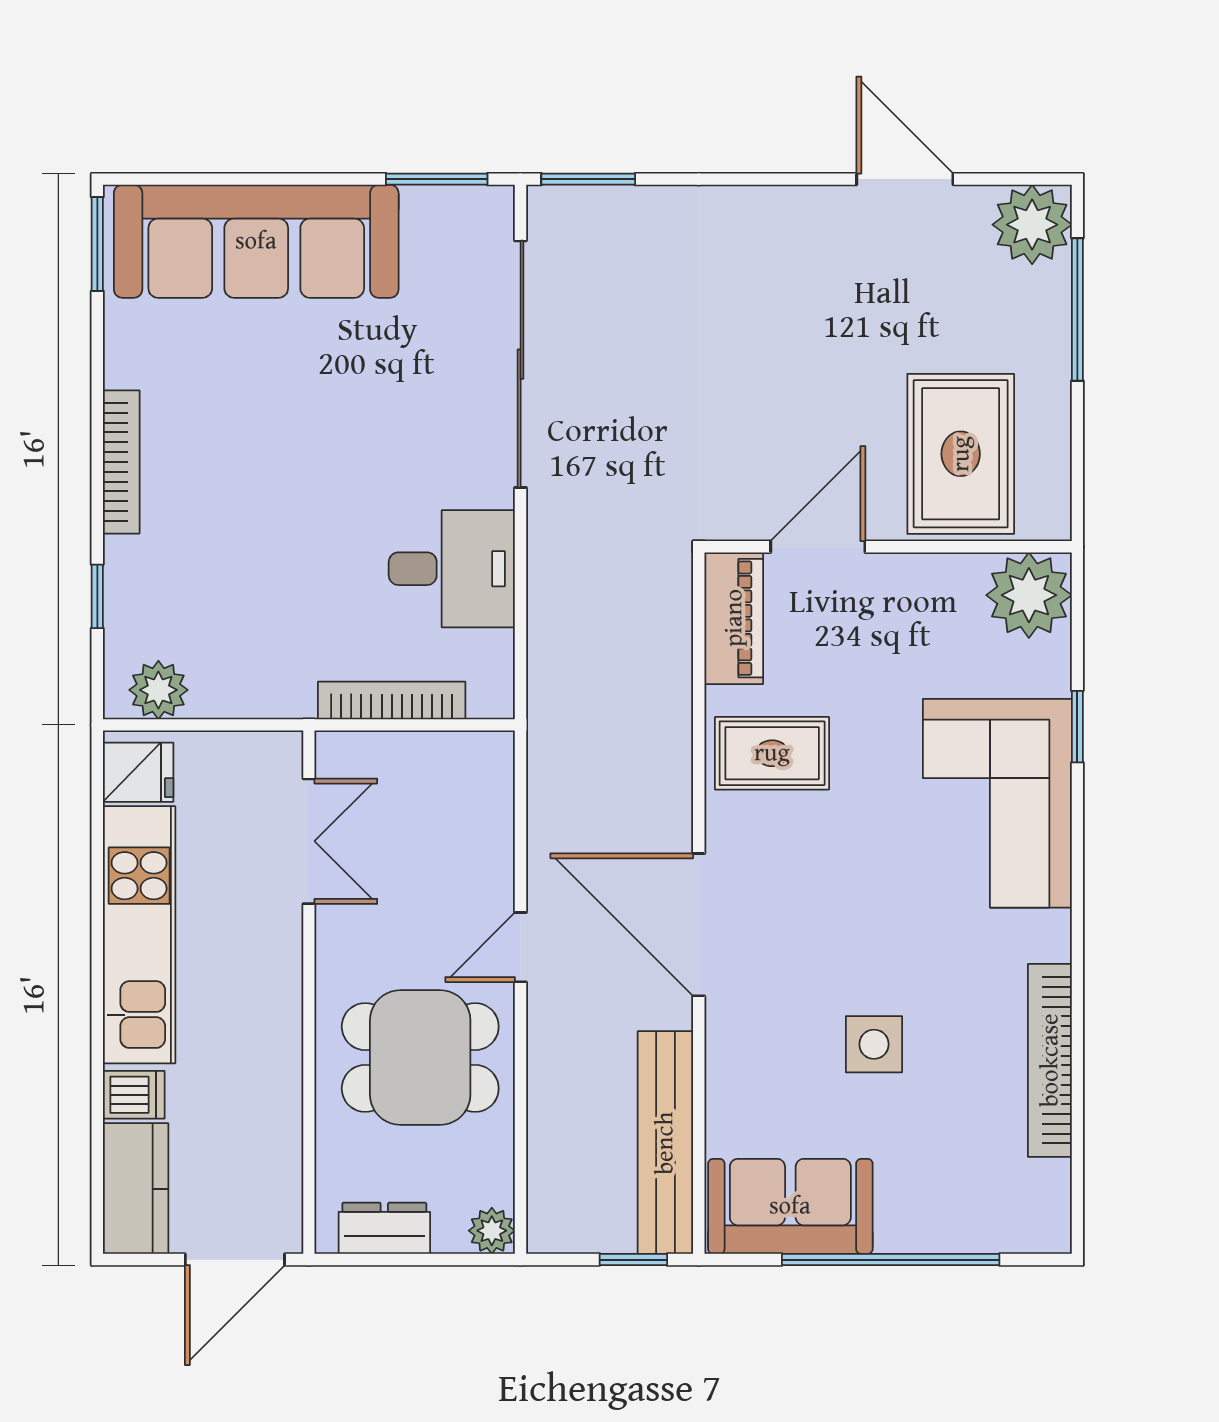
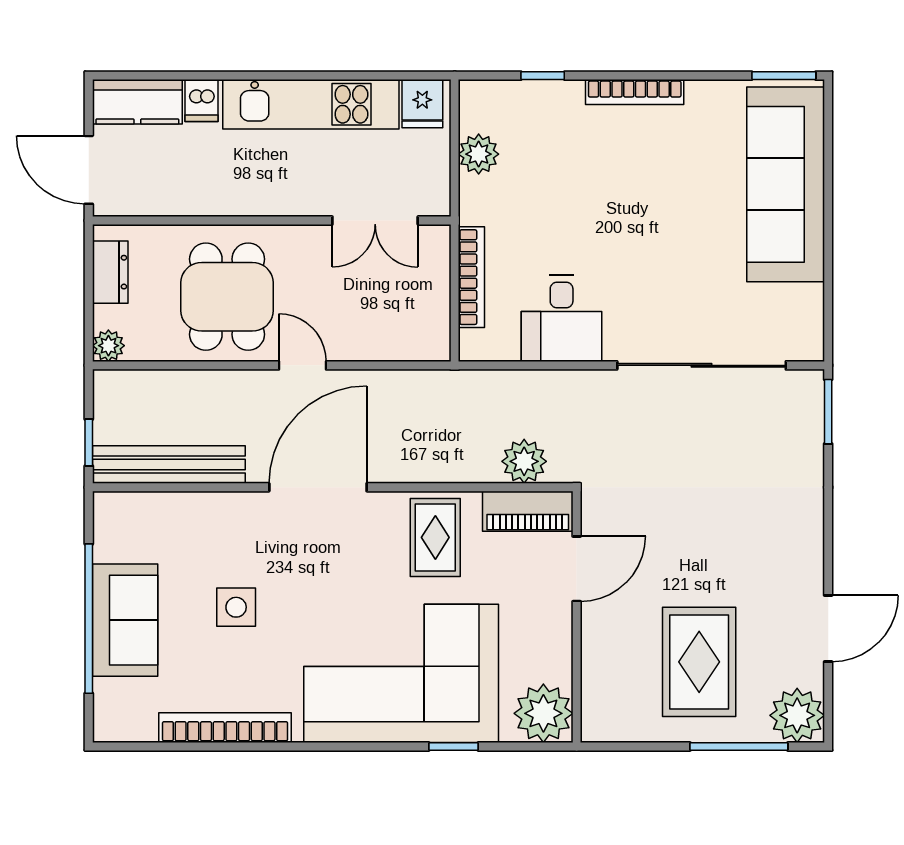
window: (437, 179) -> (828, 308), removed
rug: (961, 454) -> (699, 662), moved, turned 90
door: (818, 547) -> (577, 569), hinge flipped
plant: (661, 623) -> (524, 461), added
plant: (158, 690) -> (479, 154), moved
corner sofa: (997, 803) -> (401, 673), width x1.36, depth x1.36
sofa: (790, 1206) -> (125, 620), moved

